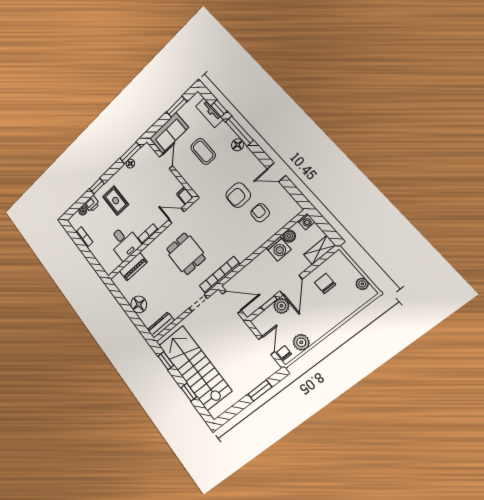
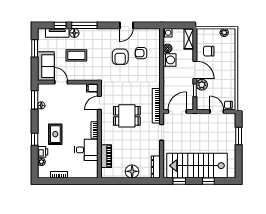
floor lamp: (238, 145) -> (74, 33), moved
rug: (116, 201) -> (55, 134), turned 90
plant: (301, 342) -> (230, 90), removed

